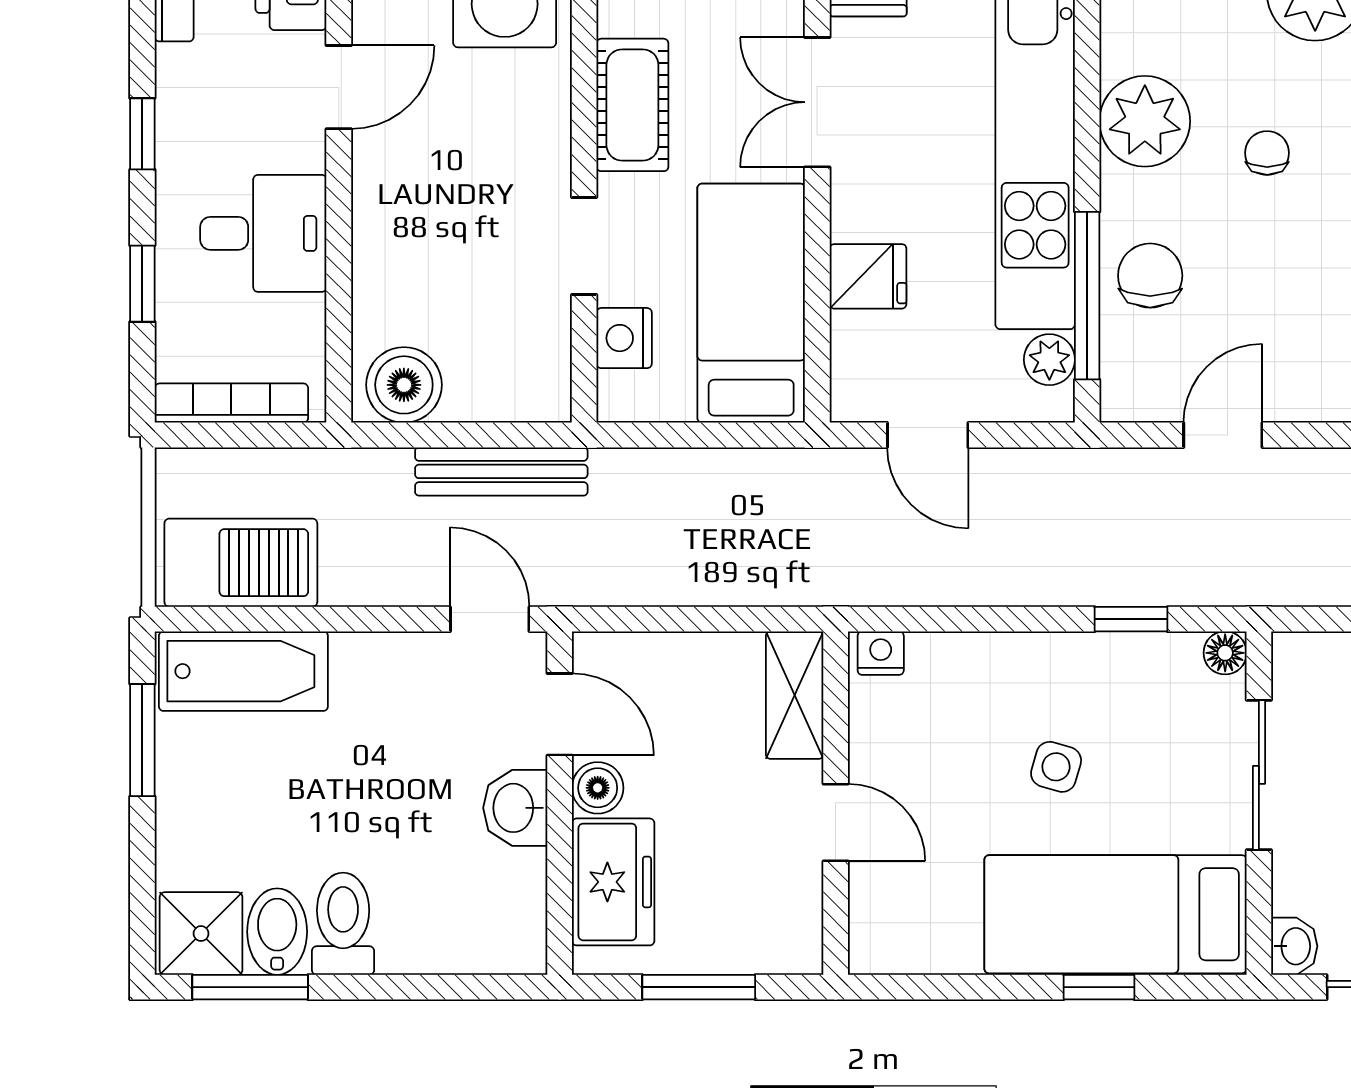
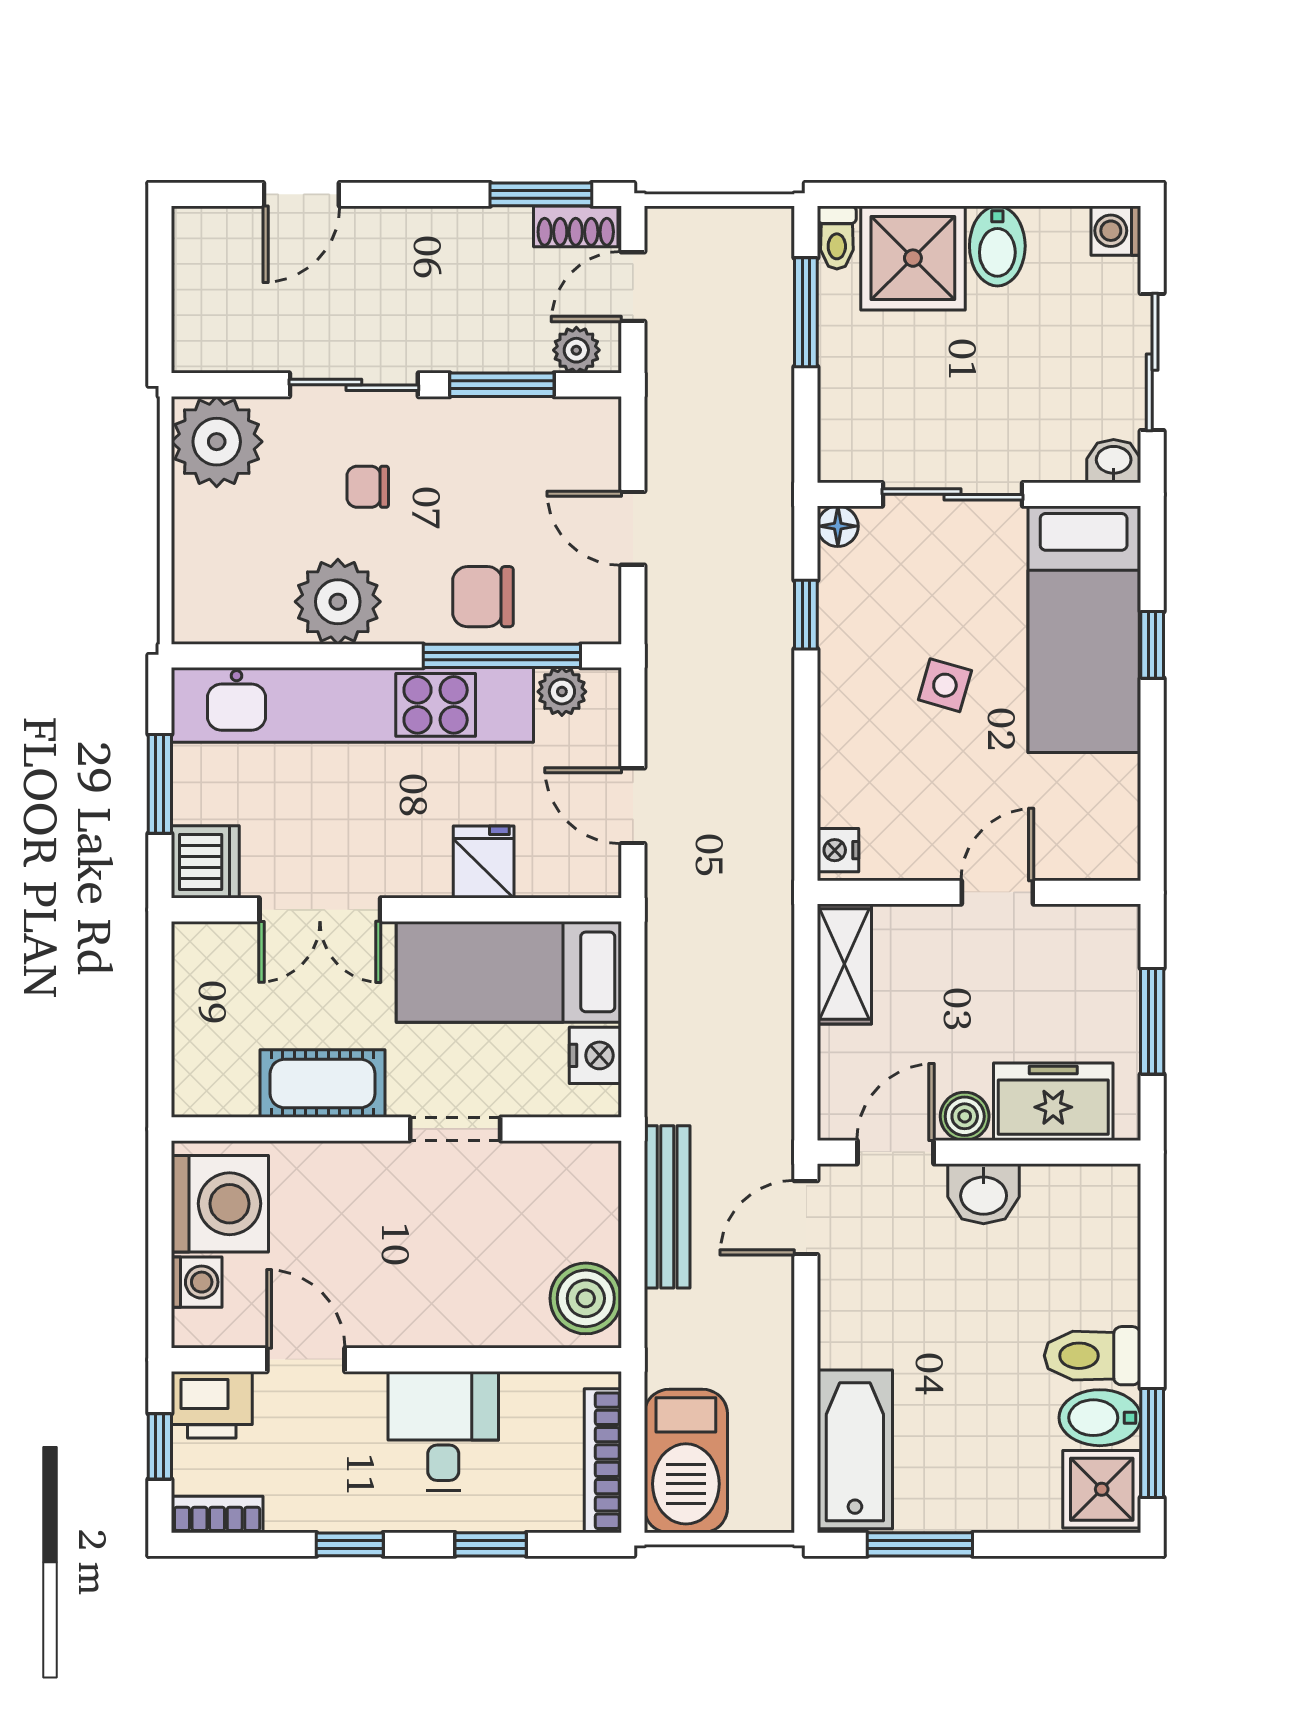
nightstand: (624, 338) -> (595, 1055), moved, turned -90
door: (928, 435) -> (633, 806), swing flipped
barbecue: (241, 563) -> (686, 1461), moved, turned 180
shelving: (795, 695) -> (844, 964), moved, turned 90

